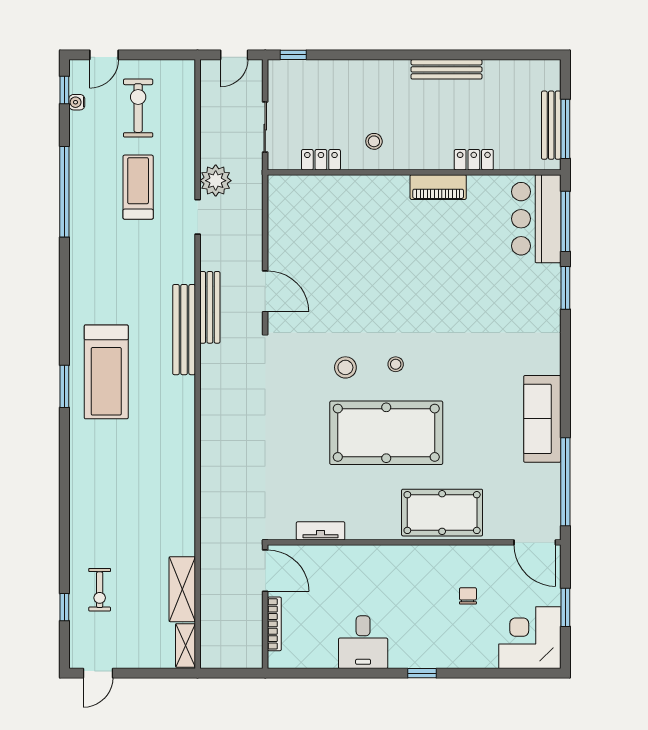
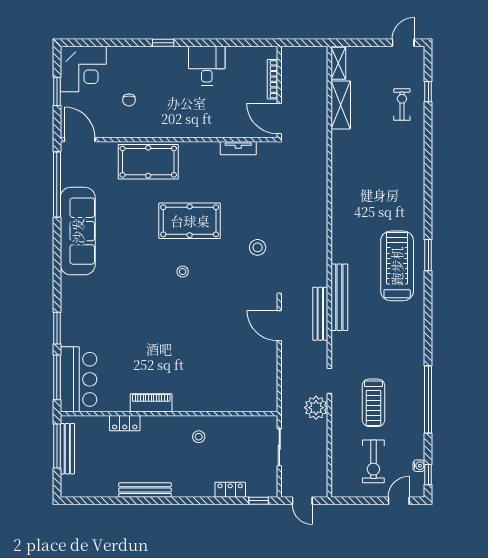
door: (234, 55) -> (302, 501), swing flipped
locker: (321, 160) -> (230, 490), moved, turned 180
stool: (345, 367) -> (258, 247), moved
sofa: (542, 419) -> (78, 231), width x1.36, depth x1.27
pool table: (386, 433) -> (190, 221), width x0.73, depth x0.76

